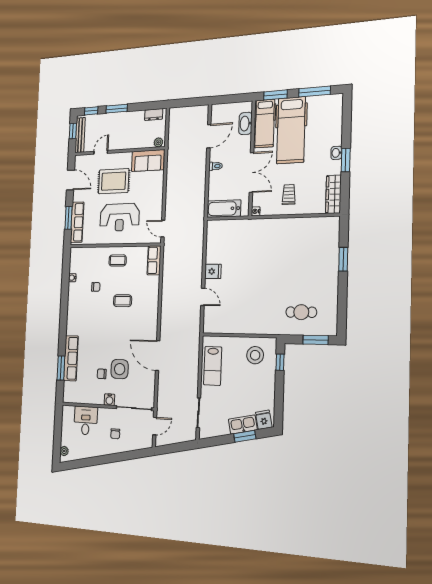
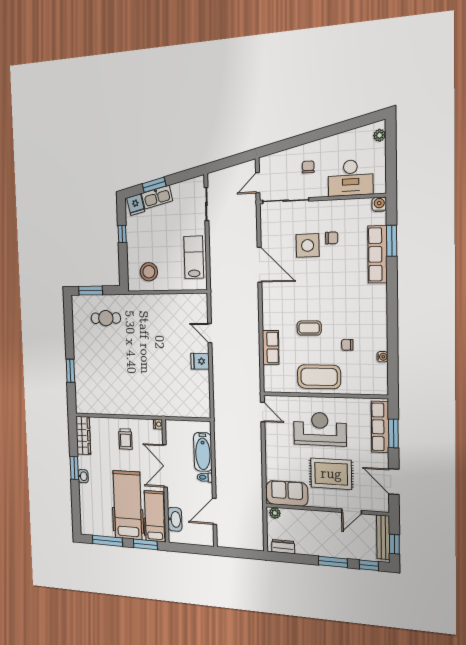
bathtub: (224, 209) -> (203, 452), moved, turned 90
coffee table: (118, 260) -> (319, 377), width x1.86, depth x1.72
row of seats: (154, 260) -> (271, 347), moved
window: (280, 362) -> (122, 234), moved
water cooler: (109, 400) -> (379, 204), moved
desk: (86, 421) -> (350, 178), width x1.37

